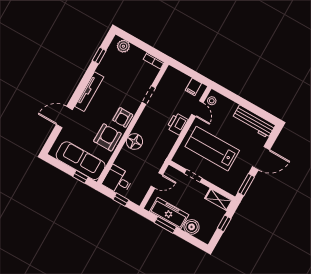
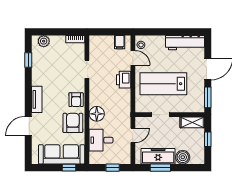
tv unit: (89, 92) -> (37, 99), width x0.71
desk: (118, 180) -> (101, 140), moved

